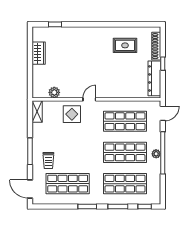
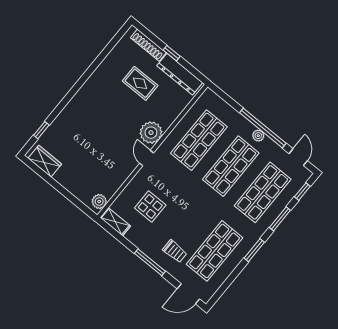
rug: (125, 45) -> (140, 83), moved, turned 90
wardrobe: (39, 53) -> (45, 161), moved
plant: (106, 90) -> (151, 133), added
plant: (54, 92) -> (99, 202), moved
door: (163, 113) -> (298, 157), moved
display table: (72, 114) -> (150, 206), moved

